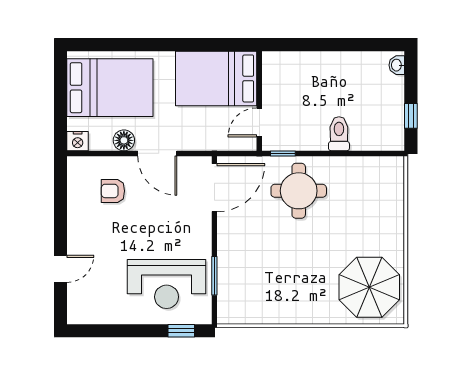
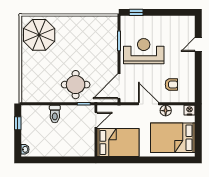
reception desk: (167, 284) -> (144, 51), moved

